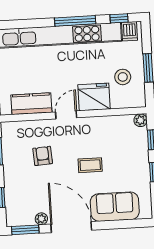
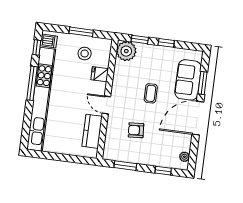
fridge: (94, 97) -> (100, 74), width x0.53, depth x0.75
plant: (140, 120) -> (126, 51), width x1.88, depth x1.88
plant: (41, 219) -> (184, 157), moved
window: (25, 230) -> (202, 83), moved

